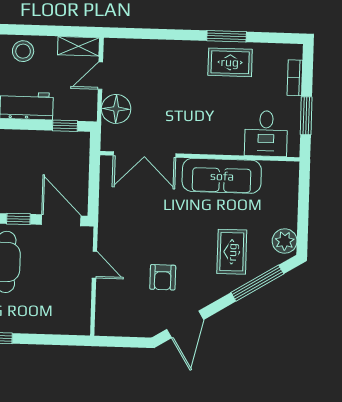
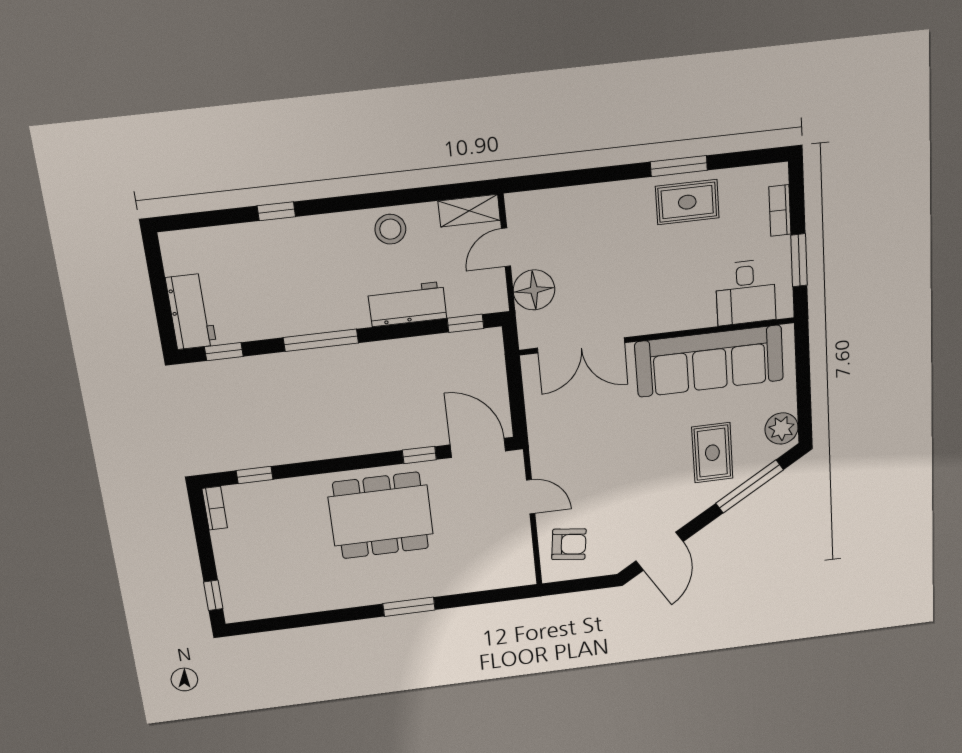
sofa: (222, 176) -> (709, 361), width x1.36, depth x1.27
armchair: (163, 277) -> (569, 544), moved, turned -83

